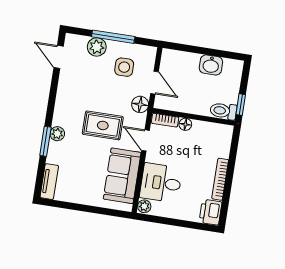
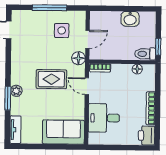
plant: (97, 47) -> (38, 18), removed
door: (155, 83) -> (87, 39), hinge flipped
floor lamp: (185, 124) -> (137, 69), moved
sofa: (122, 176) -> (63, 132), moved, turned 90
plant: (144, 206) -> (93, 138), removed

